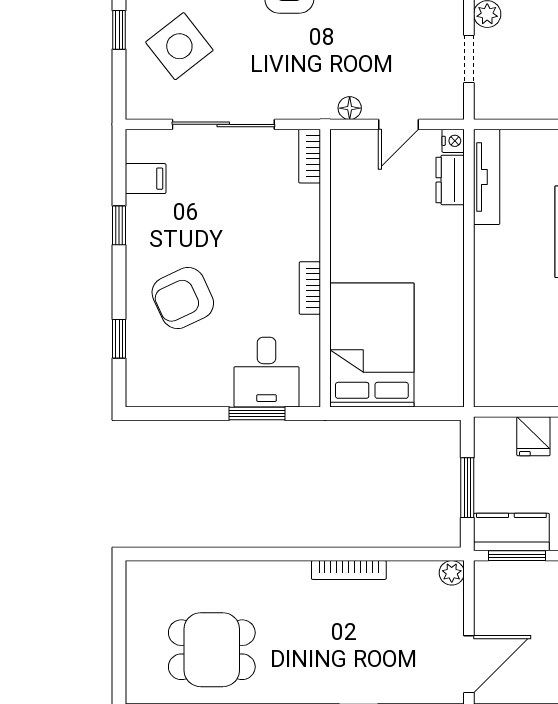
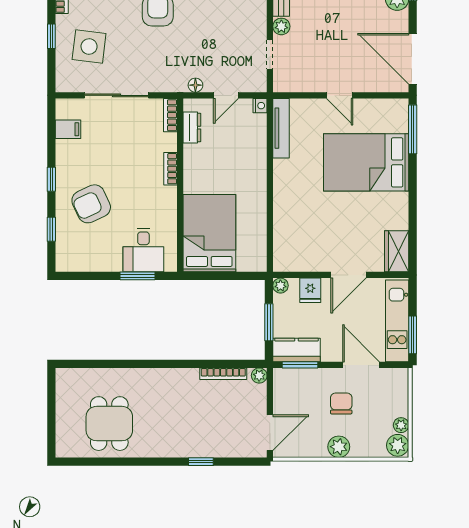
side table: (179, 46) -> (89, 47), turned 45
dresser: (450, 180) -> (192, 128), moved, turned 180
window: (119, 225) -> (51, 179), moved
bookcase: (310, 288) -> (171, 169), moved
plant: (486, 429) -> (280, 286), added
bookcase: (349, 570) -> (223, 374), moved
dining table: (212, 650) -> (109, 424), turned 90

